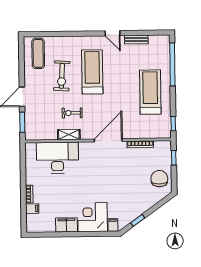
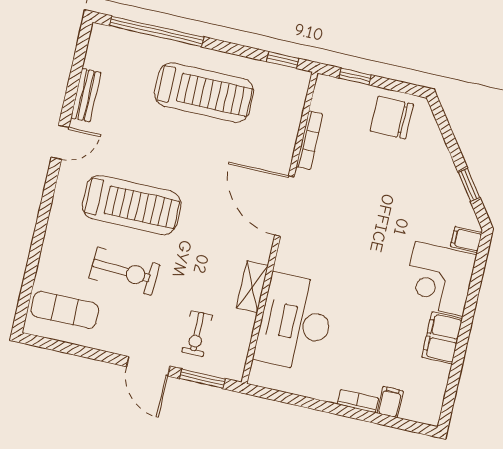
treadmill: (92, 72) -> (132, 205), turned 180
treadmill: (150, 92) -> (204, 93), turned 180
exercise bike: (72, 113) -> (197, 334), moved

